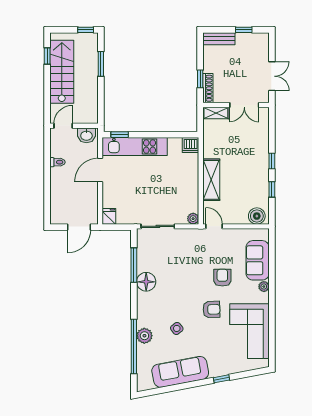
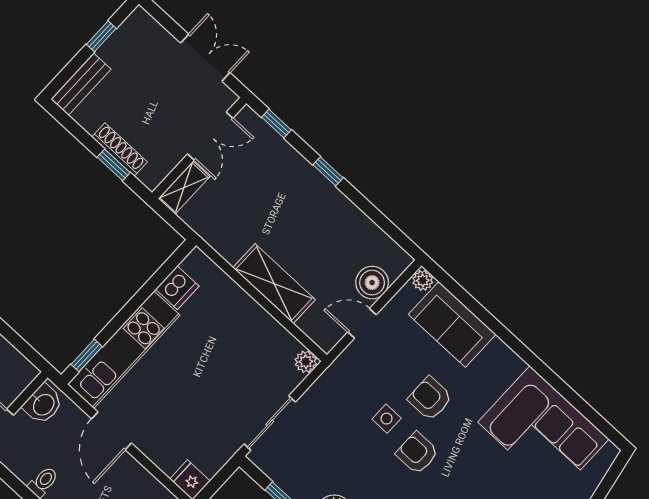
shoe rack: (208, 88) -> (119, 150), moved
dishwasher: (191, 145) -> (177, 288), moved
window: (272, 189) -> (276, 124), moved
boiler: (257, 216) -> (372, 283), moved
door: (214, 226) -> (362, 323), moved
side table: (200, 268) -> (387, 419), added
plant: (264, 287) -> (423, 280), moved
armchair: (211, 309) -> (417, 453), moved, turned -88

